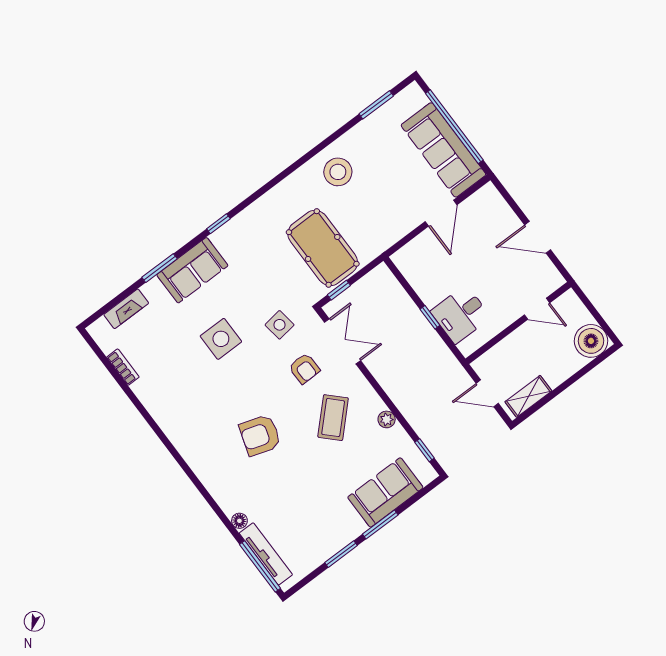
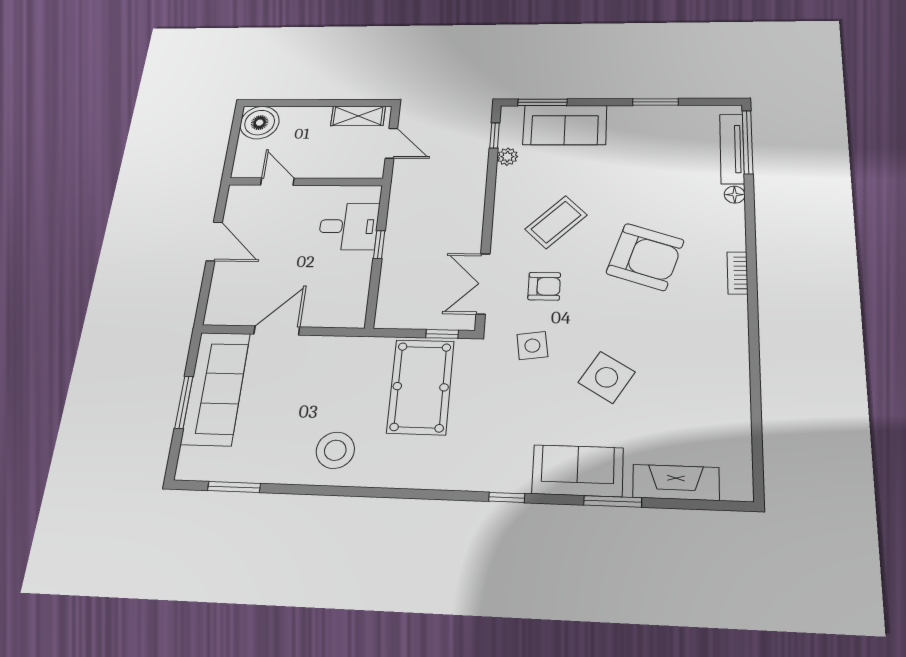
window: (454, 127) -> (184, 402), width x0.47
fireplace: (126, 309) -> (676, 482), width x1.37, depth x1.32
side table: (221, 339) -> (607, 377), turned 32
bookcase: (123, 367) -> (737, 273), moved
armchair: (304, 368) -> (544, 286), turned 91
plant: (387, 419) -> (507, 157), moved
armchair: (260, 435) -> (645, 257), width x1.36, depth x1.36
window: (380, 524) -> (542, 102), moved

